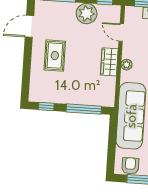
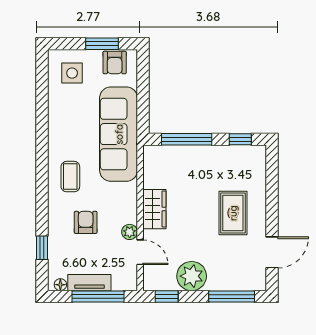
plant: (127, 65) -> (130, 232), moved

